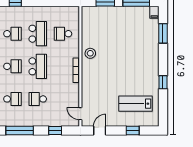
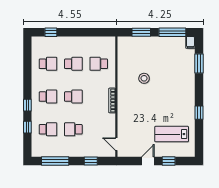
school desk: (38, 34) -> (73, 64), width x0.54
stool: (90, 53) -> (144, 78), moved
school desk: (38, 66) -> (73, 97), width x0.54
door: (100, 130) -> (148, 161), moved

